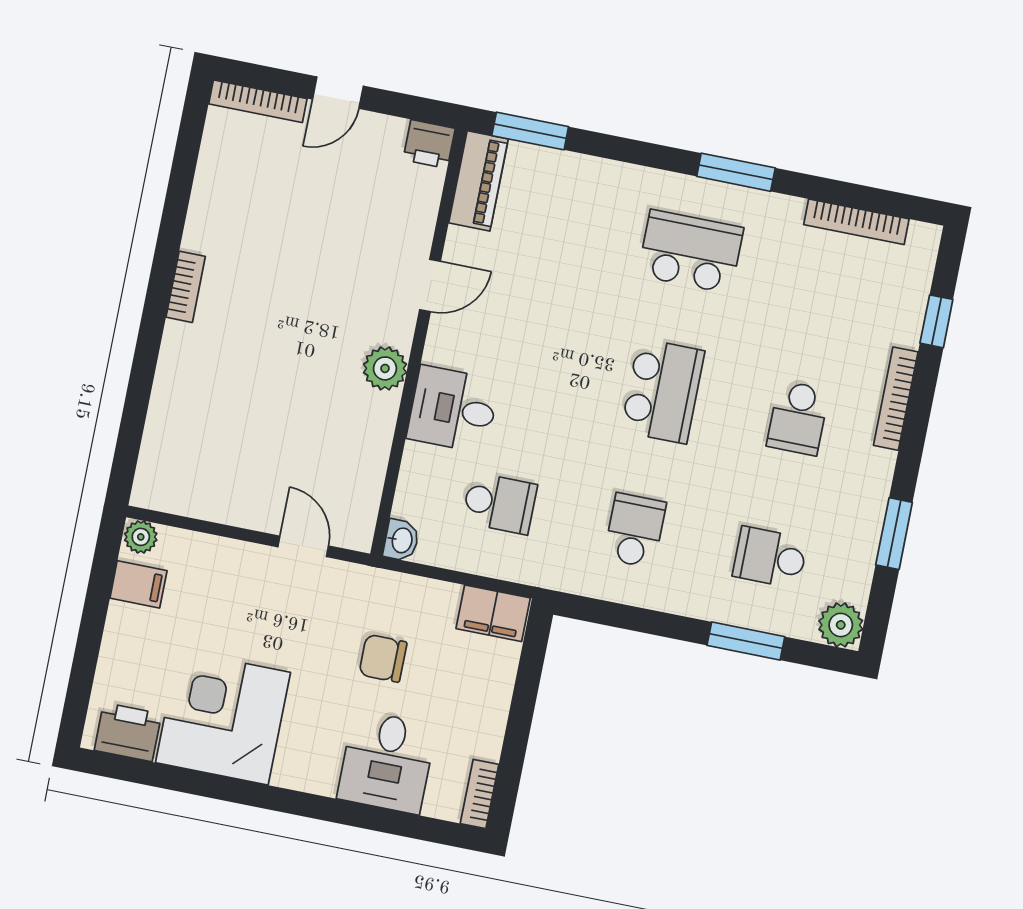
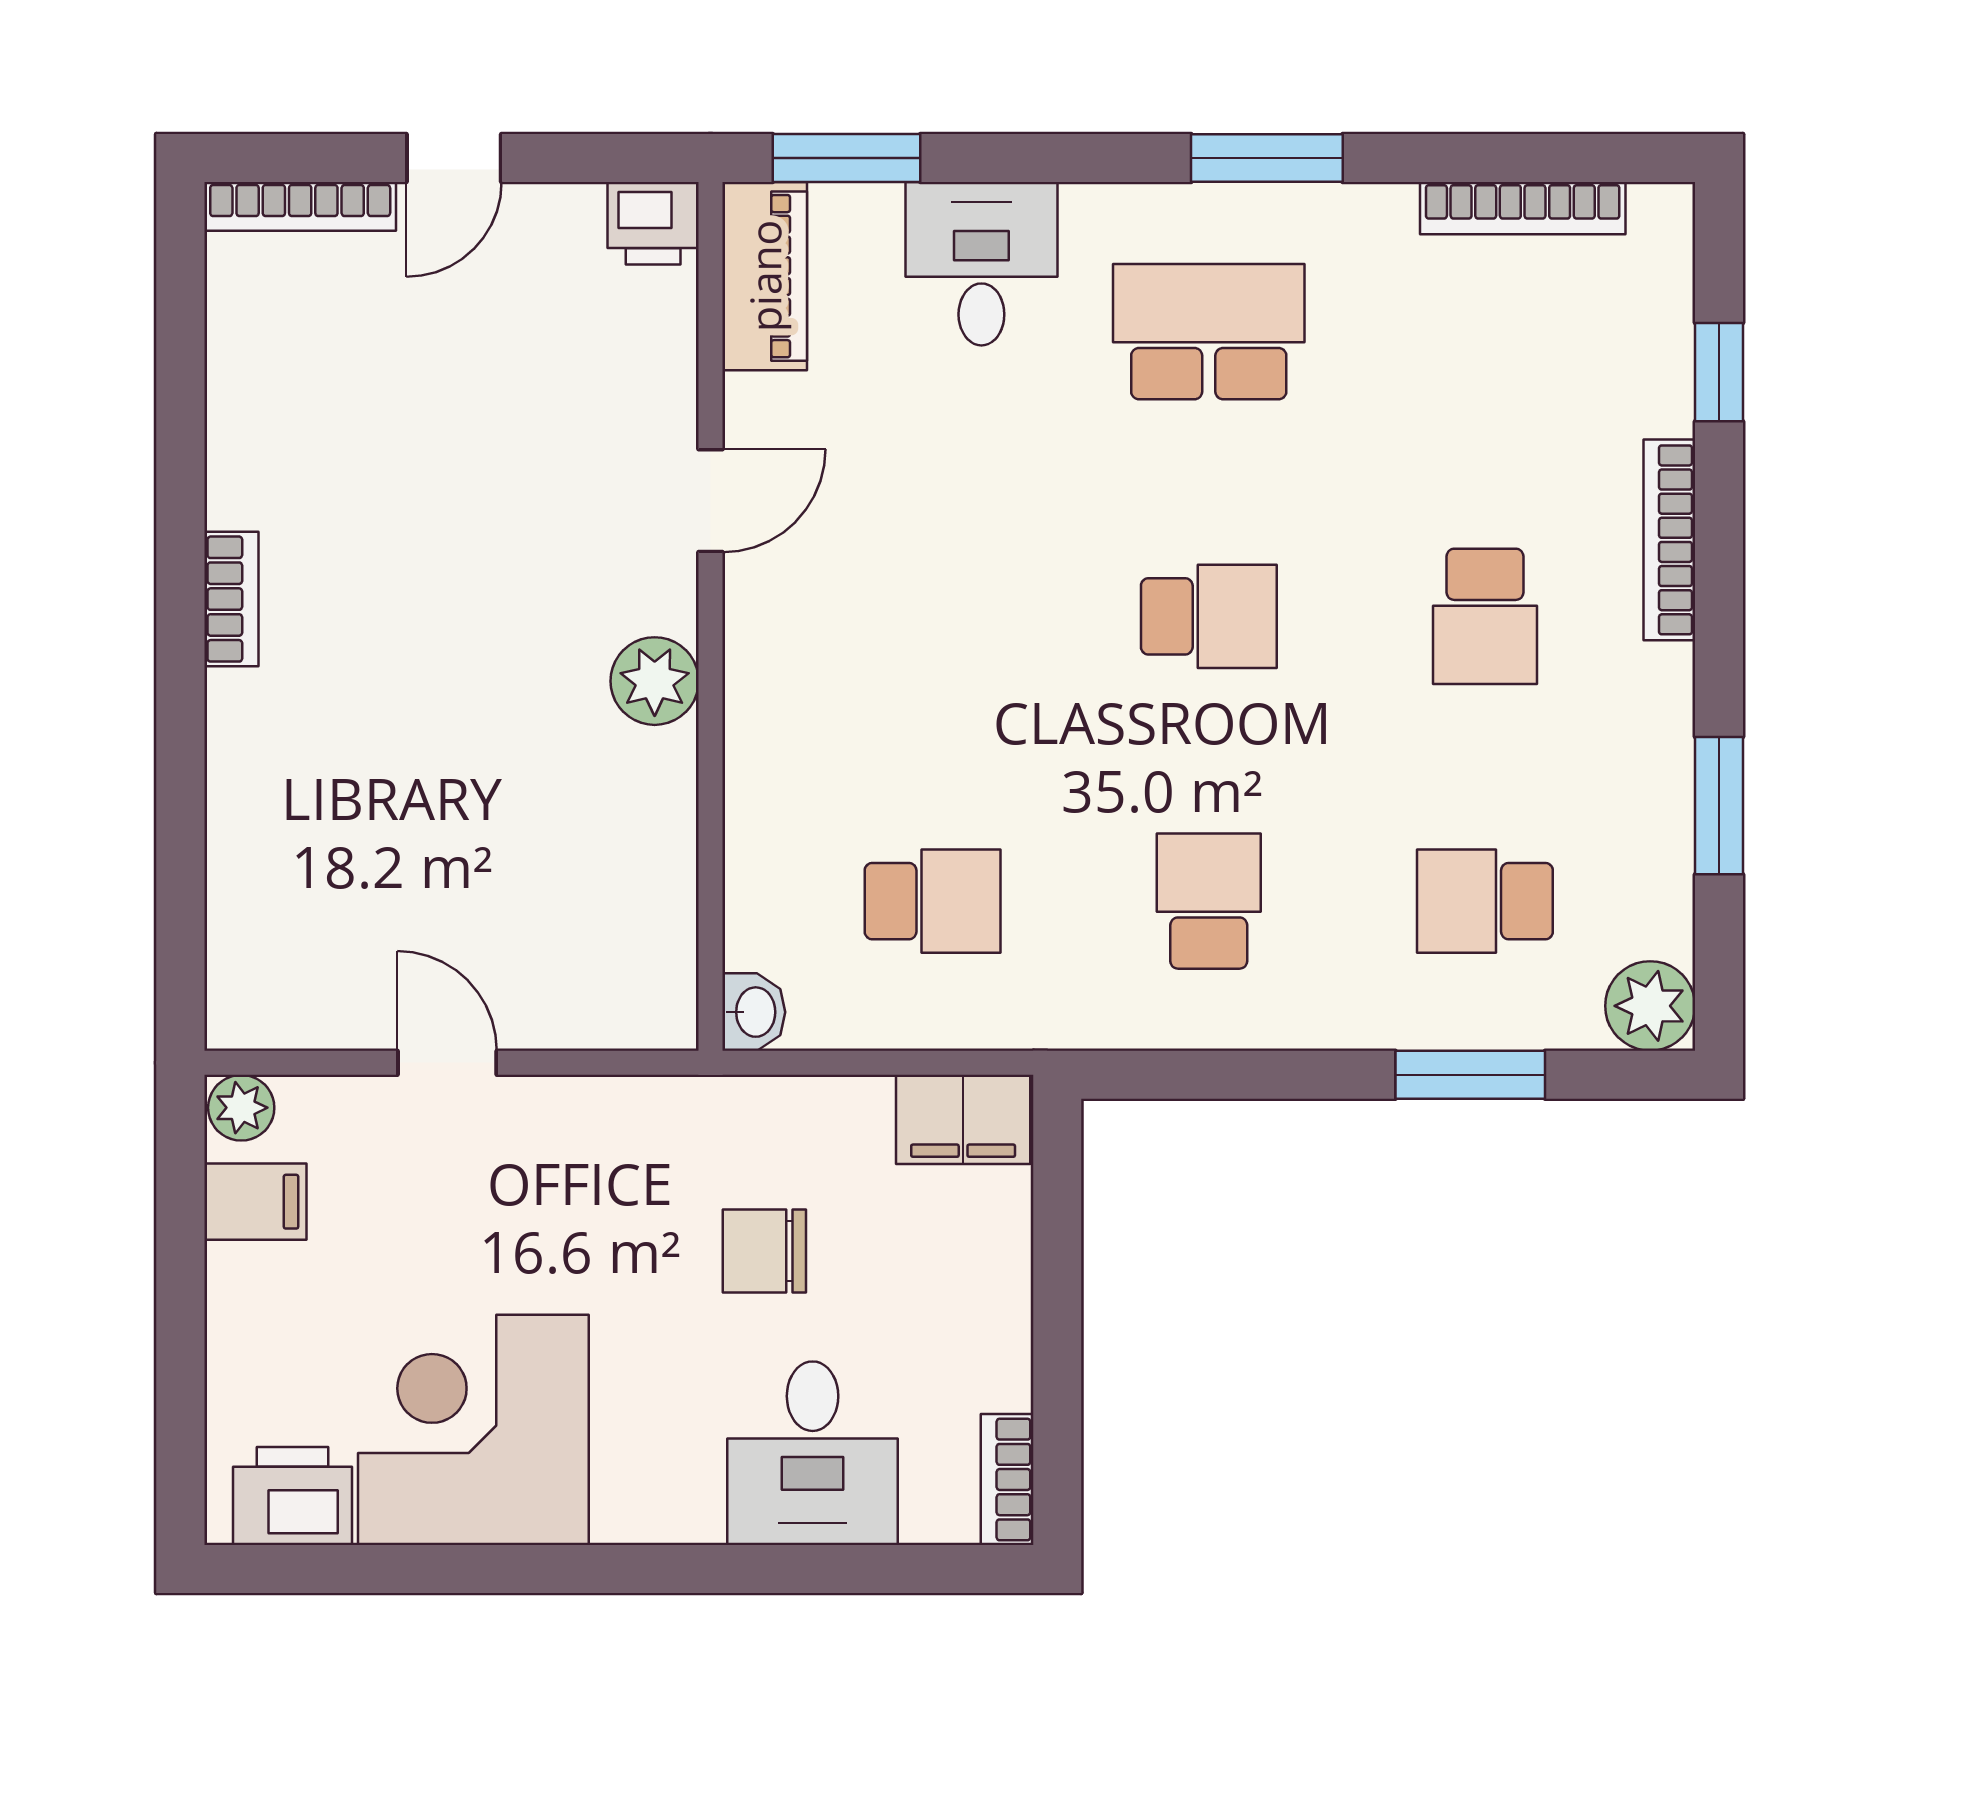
school desk: (663, 391) -> (1209, 616), width x0.54
desk: (453, 409) -> (981, 264), moved, turned 90
door: (303, 546) -> (447, 1063), moved

